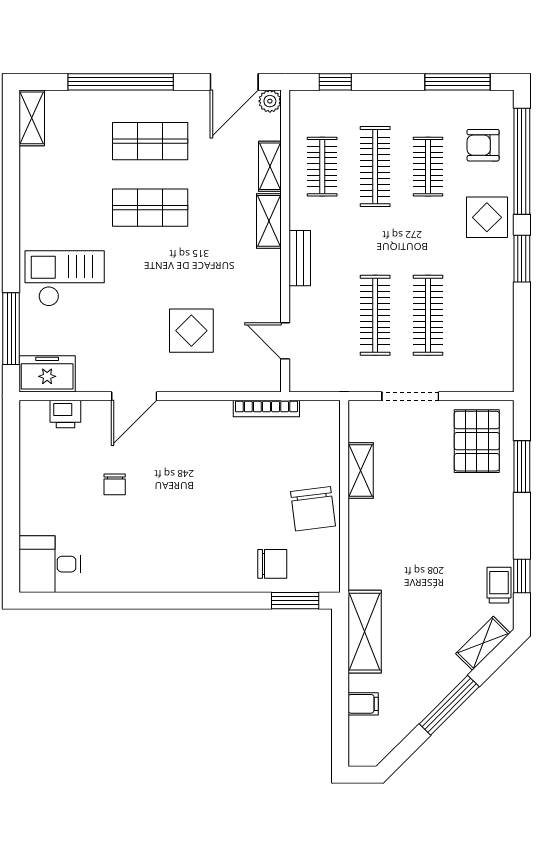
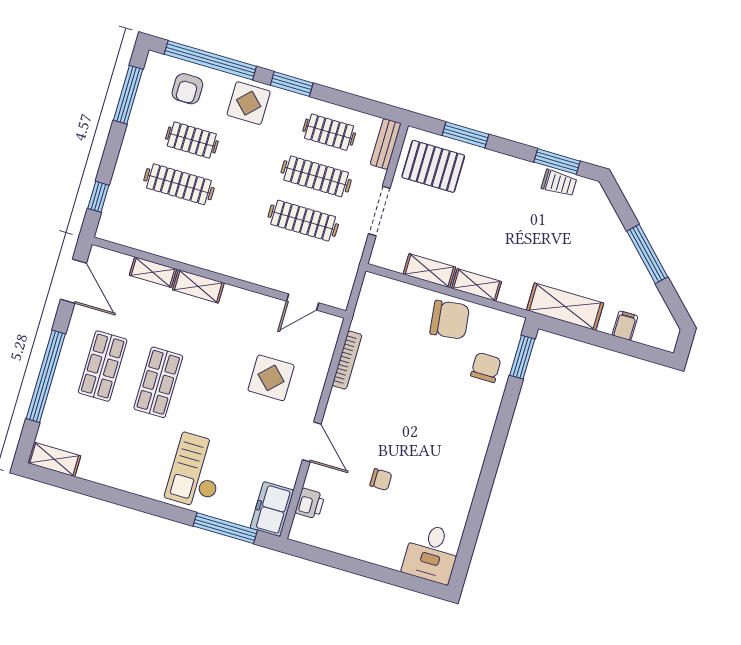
plant: (270, 101) -> (98, 256), removed
clothes rail: (322, 167) -> (329, 132), moved
bench: (300, 258) -> (386, 144), moved, turned 90
bookcase: (266, 409) -> (347, 360), moved
window: (522, 576) -> (557, 162), width x1.50
trolley: (499, 585) -> (559, 183), turned 180
shelving: (483, 643) -> (476, 285), moved, turned -45

